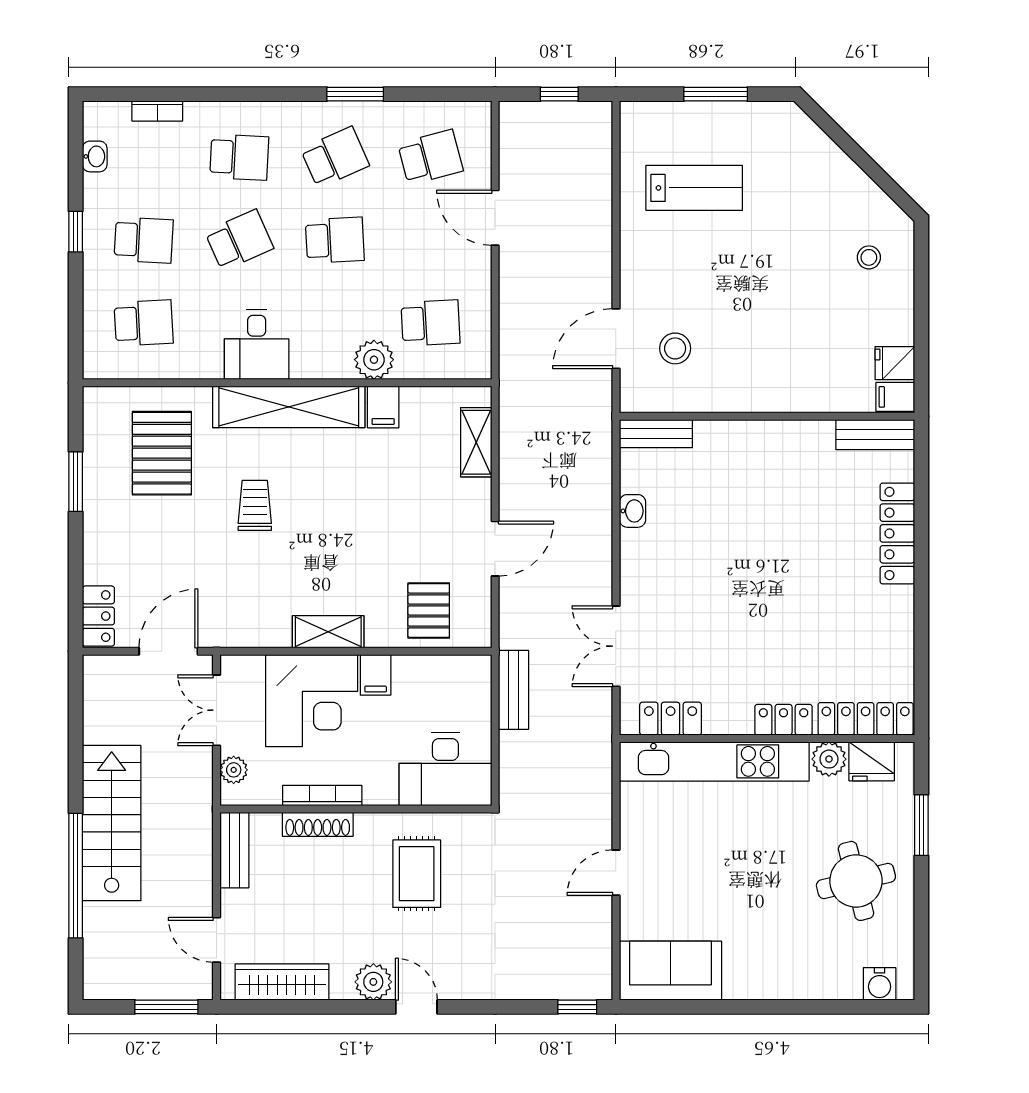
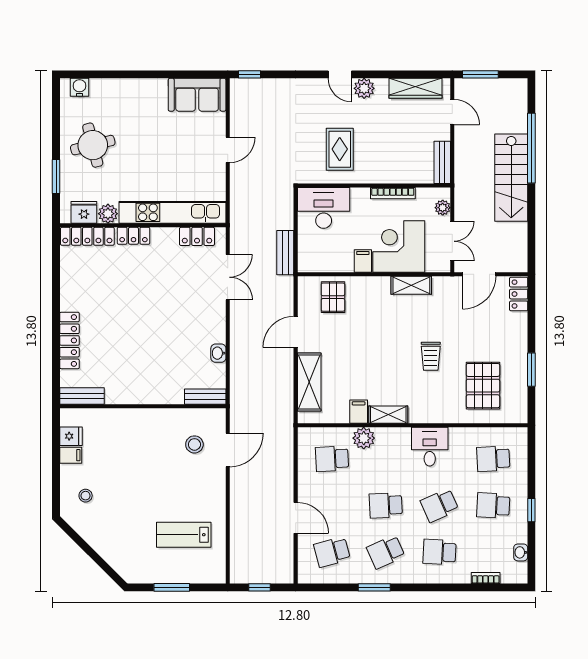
filing cabinet: (895, 397) -> (71, 455), moved
shelving: (289, 407) -> (388, 415), width x0.45, depth x0.75
shelving: (476, 442) -> (309, 382), width x1.50, depth x1.33
shelving: (328, 632) -> (411, 285), moved
shoe rack: (318, 824) -> (395, 177), removed

